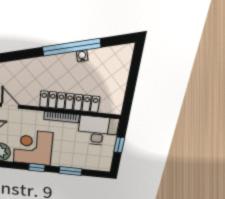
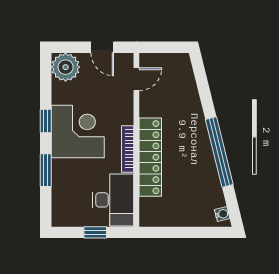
water cooler: (82, 56) -> (222, 214), moved
corner desk: (33, 147) -> (78, 131), moved

